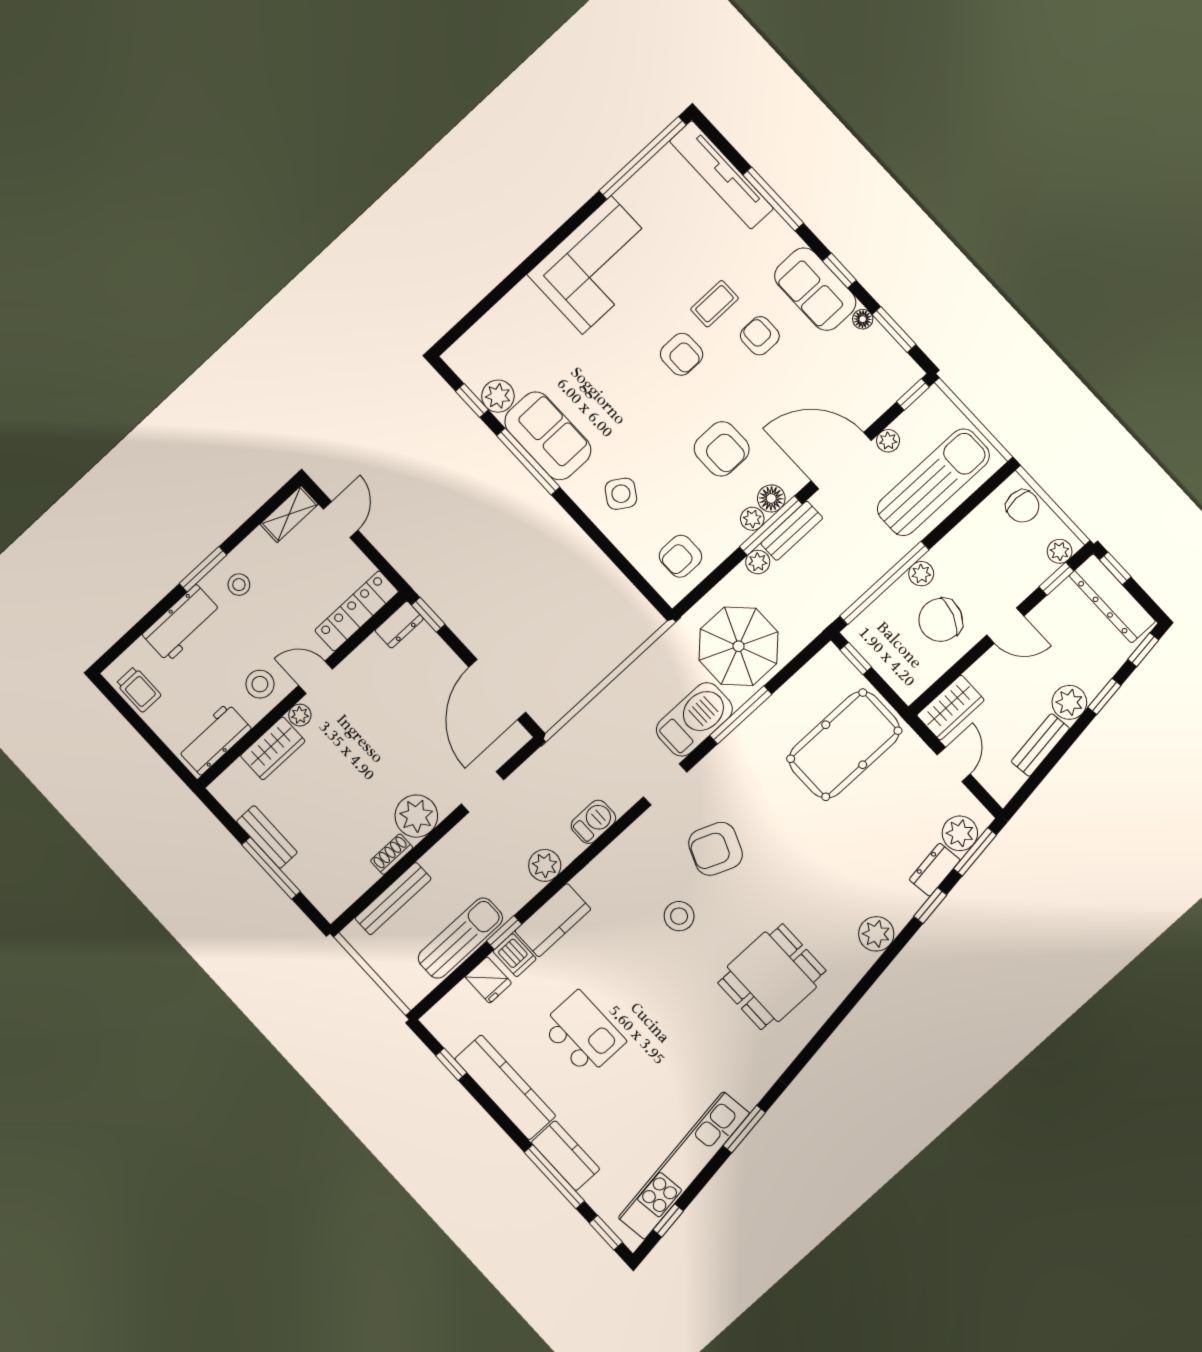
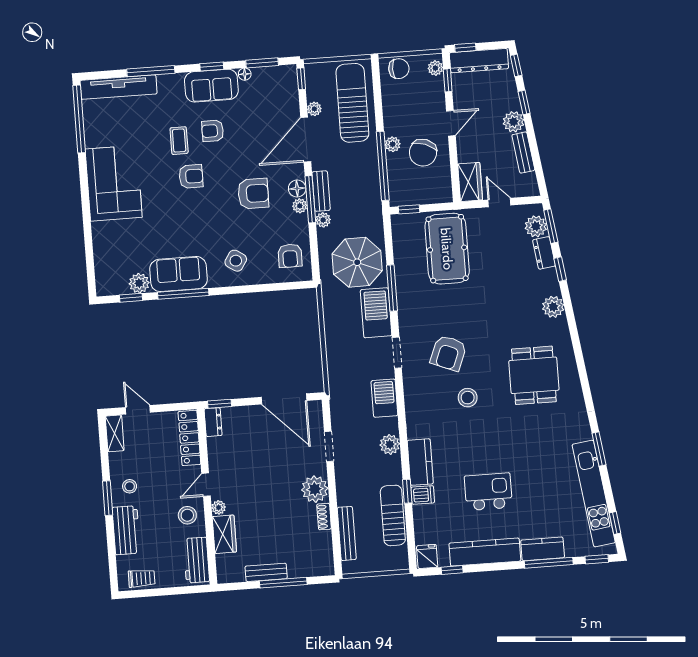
barbecue: (593, 822) -> (384, 398), width x1.38, depth x1.27
fridge: (488, 980) -> (427, 556), moved, turned -90

